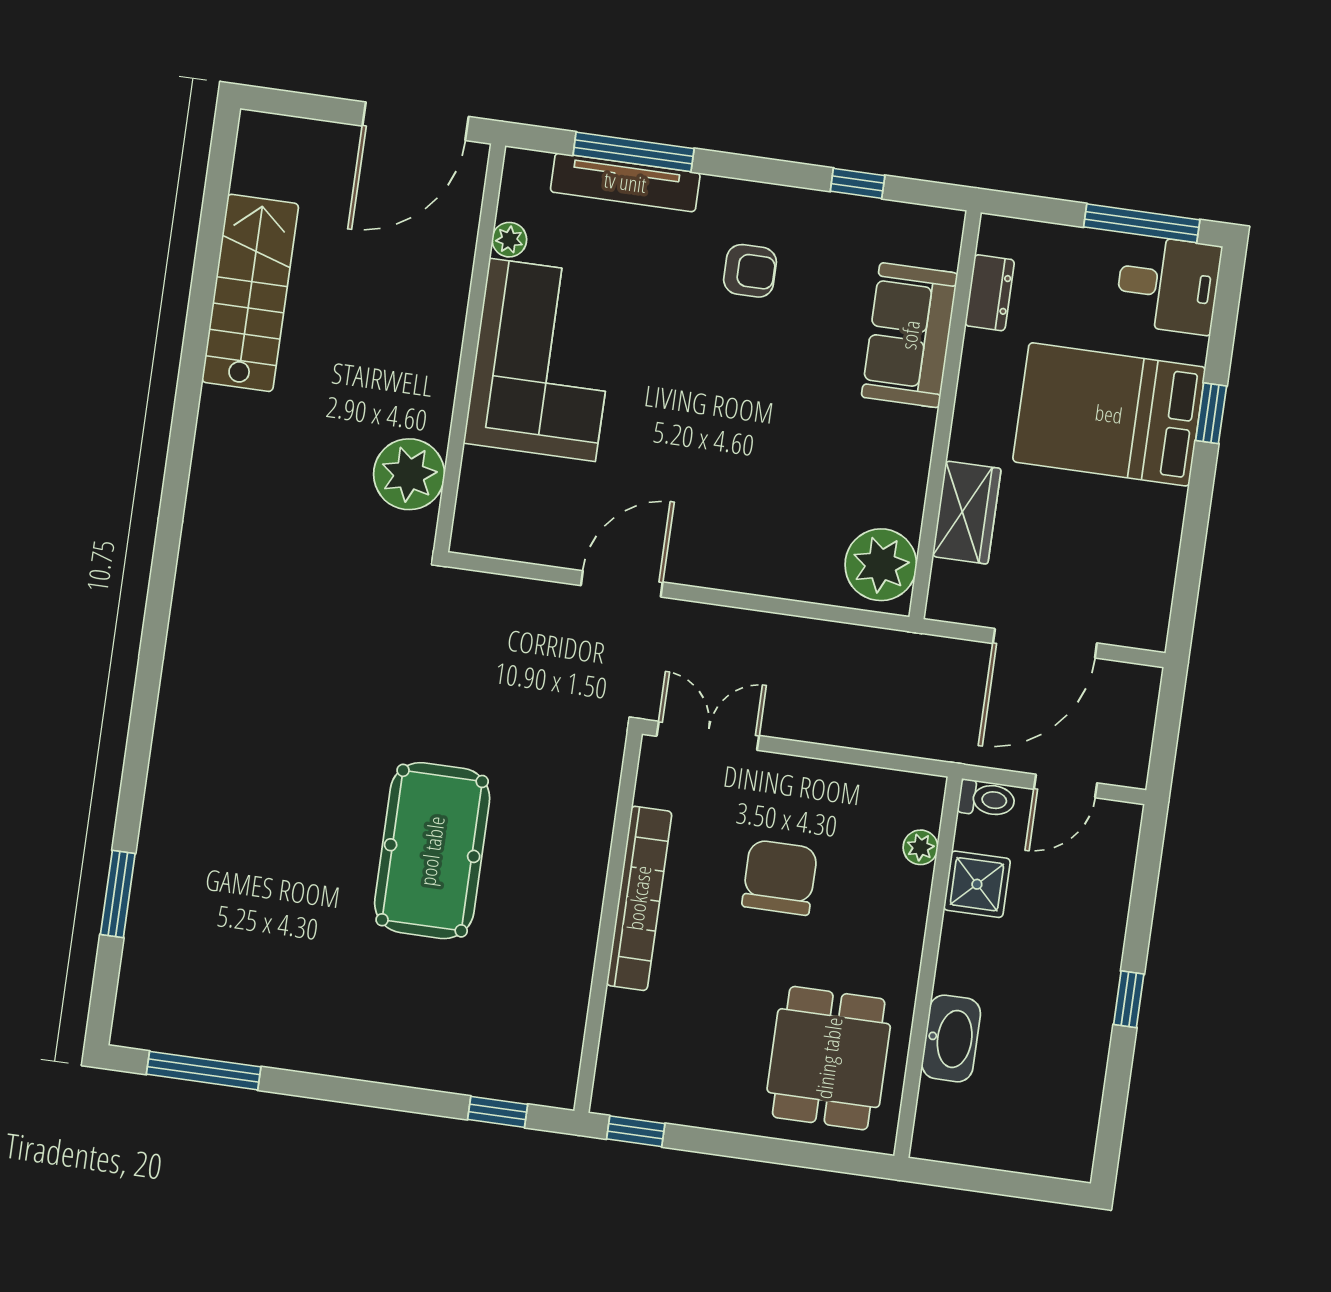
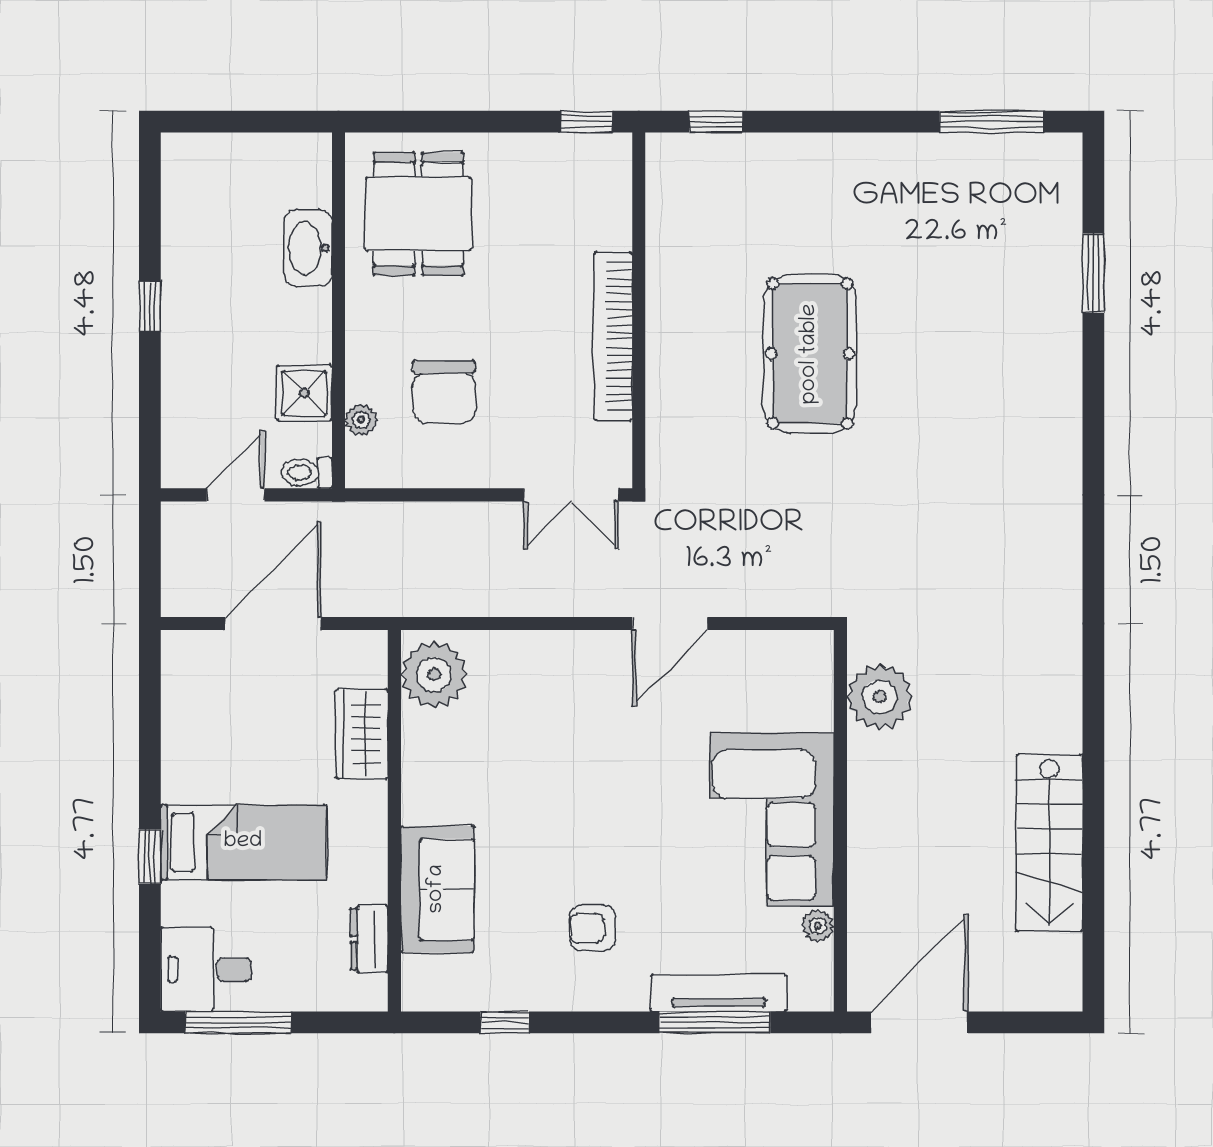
bed: (1109, 414) -> (243, 842), width x0.67
chair: (780, 877) -> (444, 392), moved

